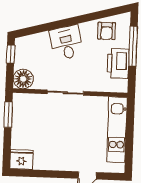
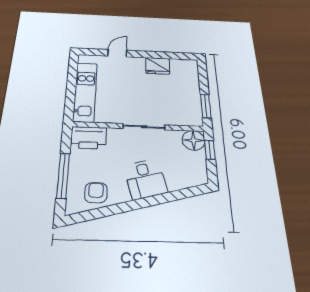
window: (11, 54) -> (210, 150), moved
printer: (118, 64) -> (89, 138), moved, turned 90
fridge: (21, 159) -> (158, 66), moved

